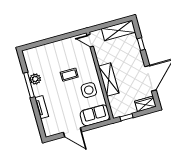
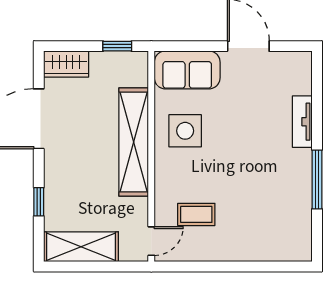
door: (90, 41) -> (151, 241), hinge flipped
coffee table: (69, 75) -> (196, 214), moved
plant: (35, 79) -> (299, 189), removed
shelving: (109, 80) -> (134, 142), width x1.47

